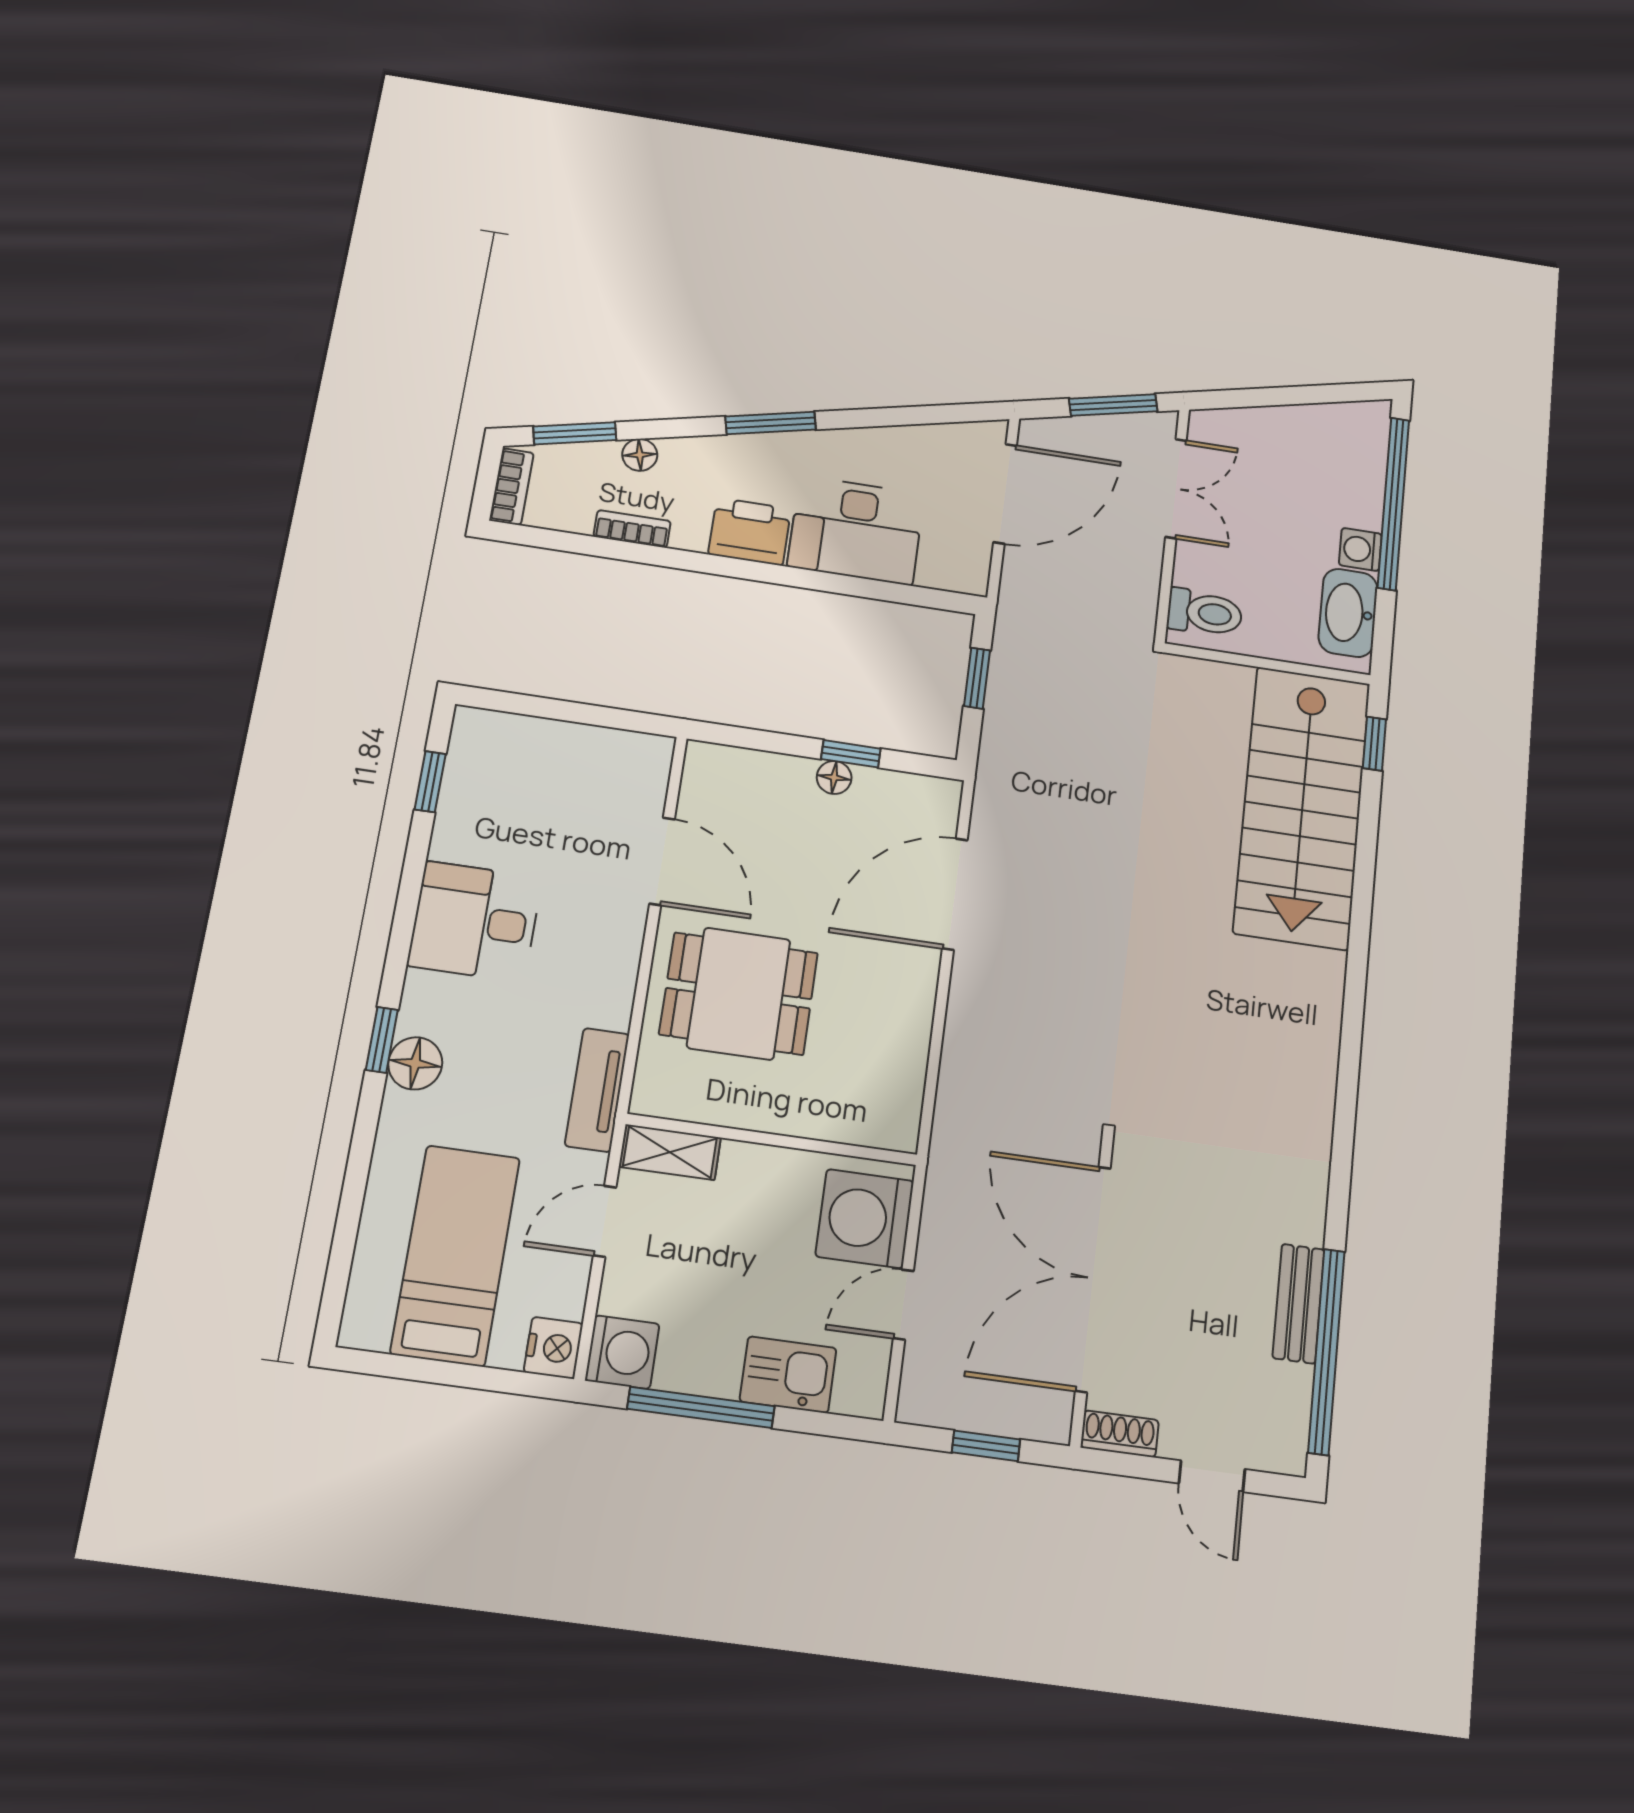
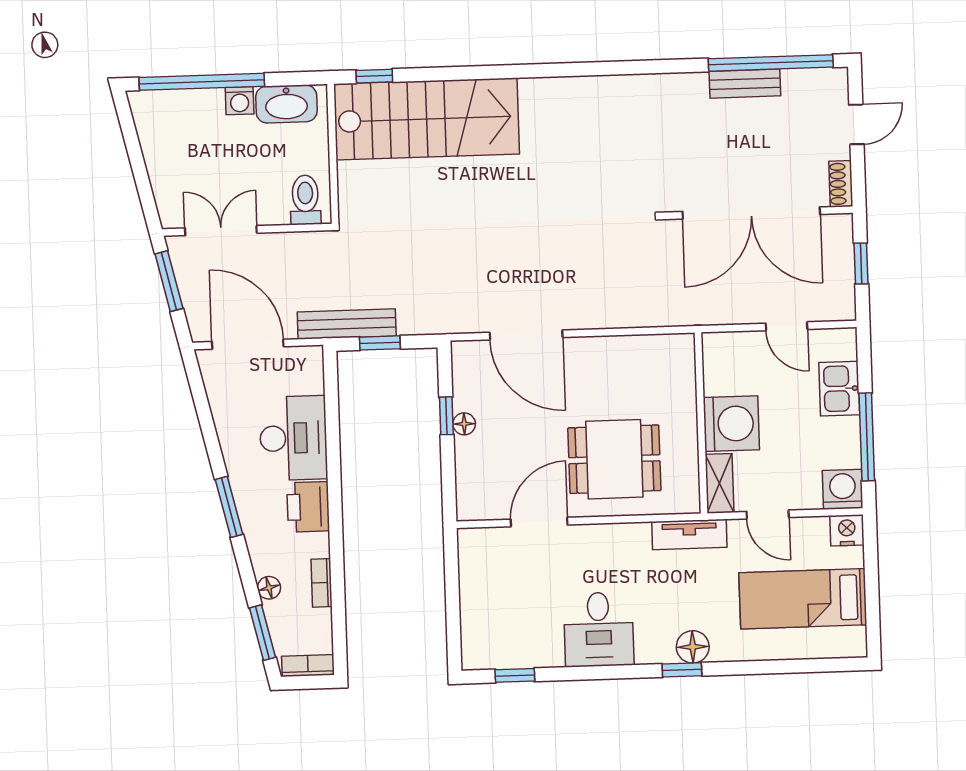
bench: (1013, 636) -> (347, 324), added
dining table: (739, 994) -> (614, 459), turned 90
washing machine: (865, 1219) -> (731, 424), moved, turned -90

